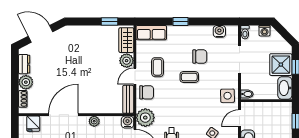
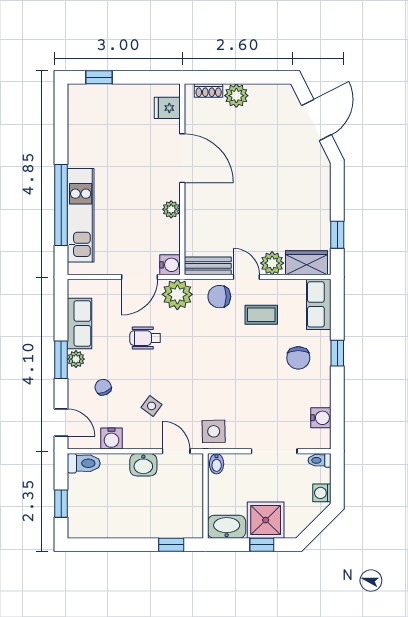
chair: (200, 56) -> (298, 358), moved
dresser: (24, 64) -> (266, 93), removed
coffee table: (189, 77) -> (245, 368), removed
chair: (147, 92) -> (219, 297), turned 90

